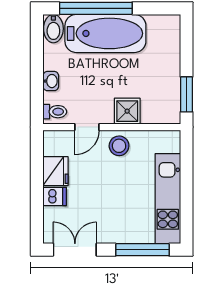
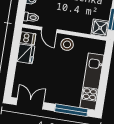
shower: (127, 111) -> (100, 28), moved
door: (87, 127) -> (49, 30), hinge flipped
dishwasher: (55, 196) -> (28, 38), moved

